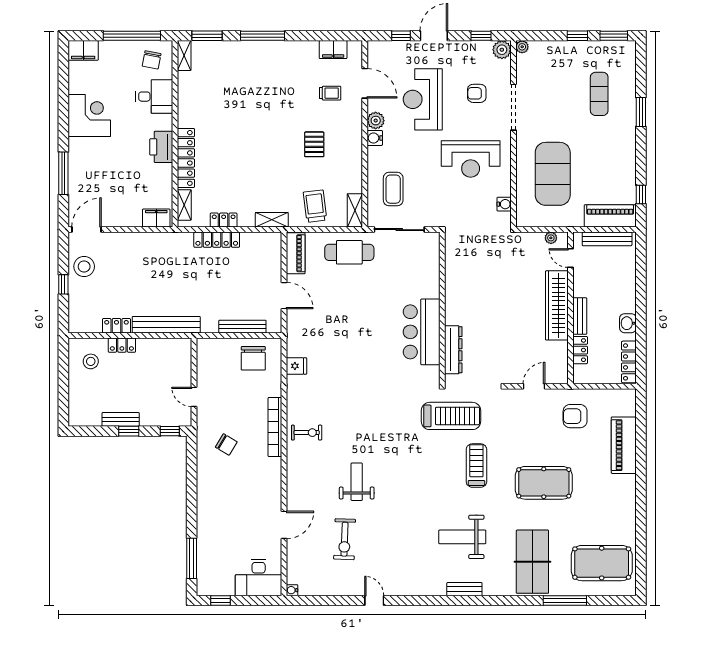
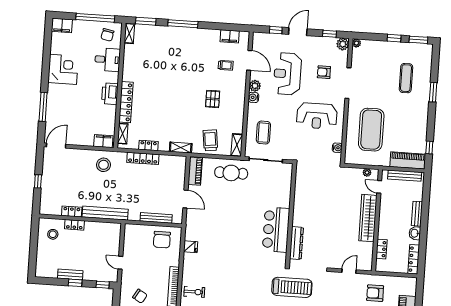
stool: (84, 266) -> (104, 165), moved
bench: (580, 316) -> (417, 214), moved

